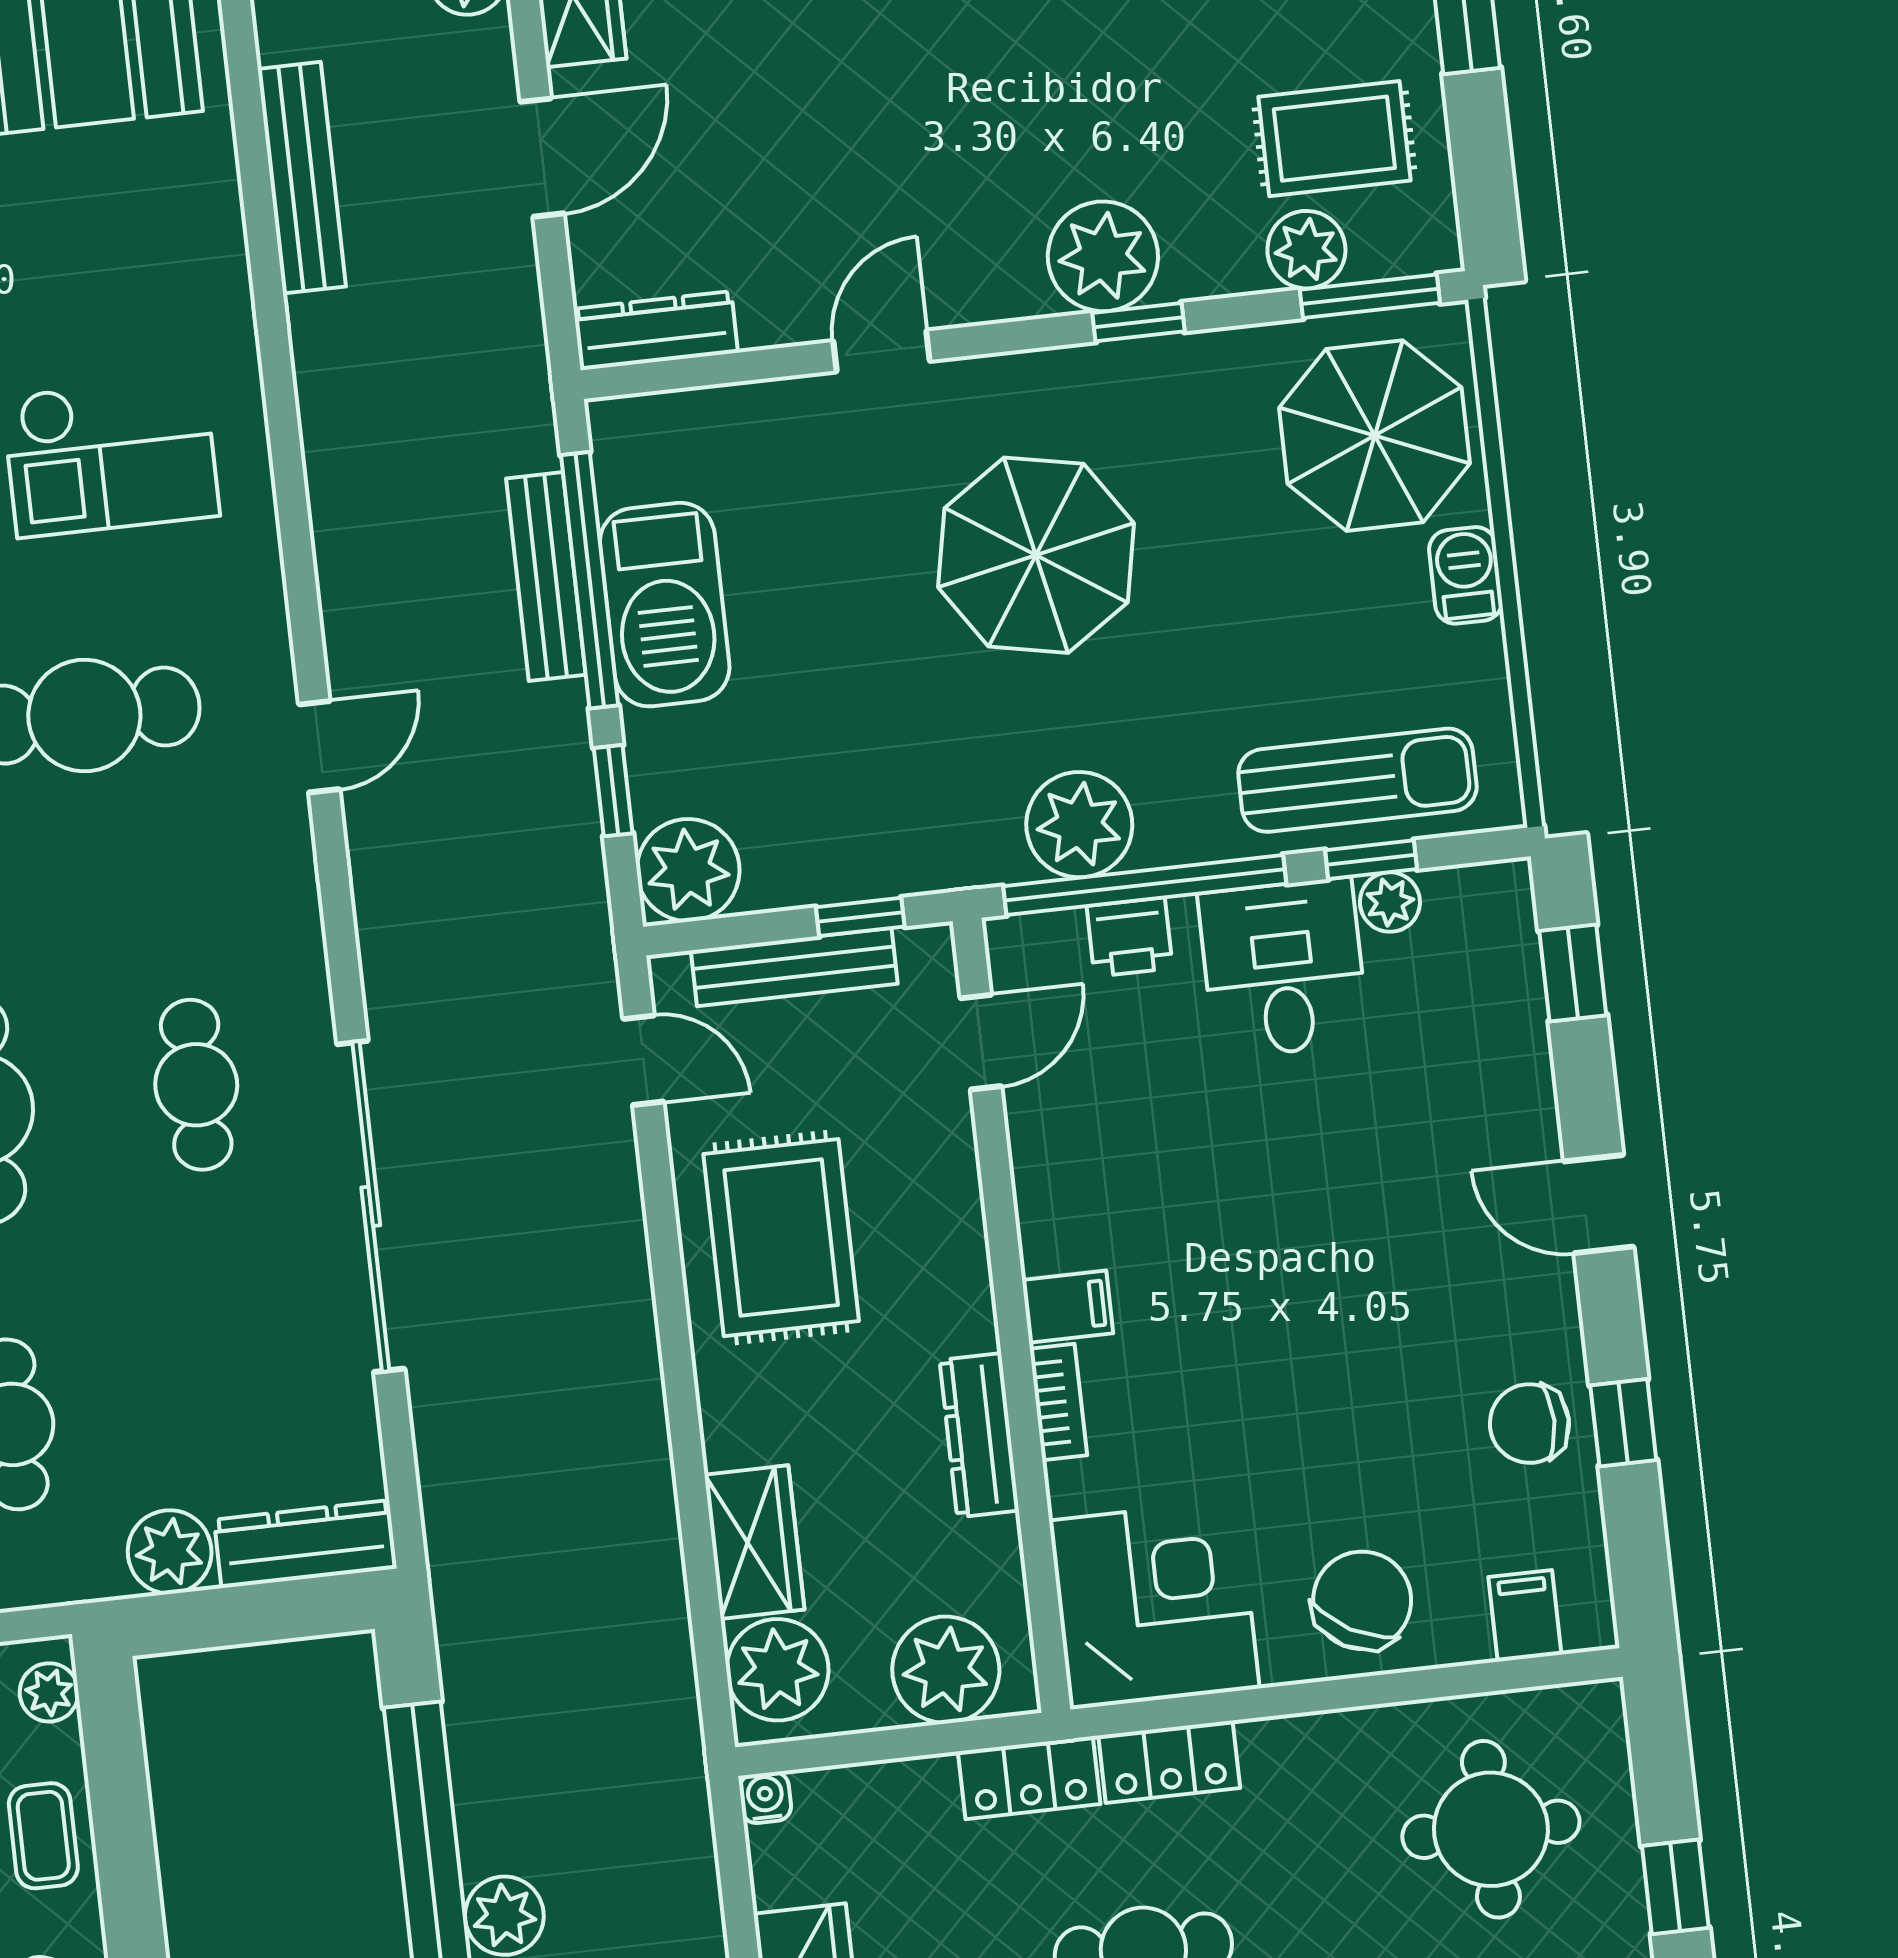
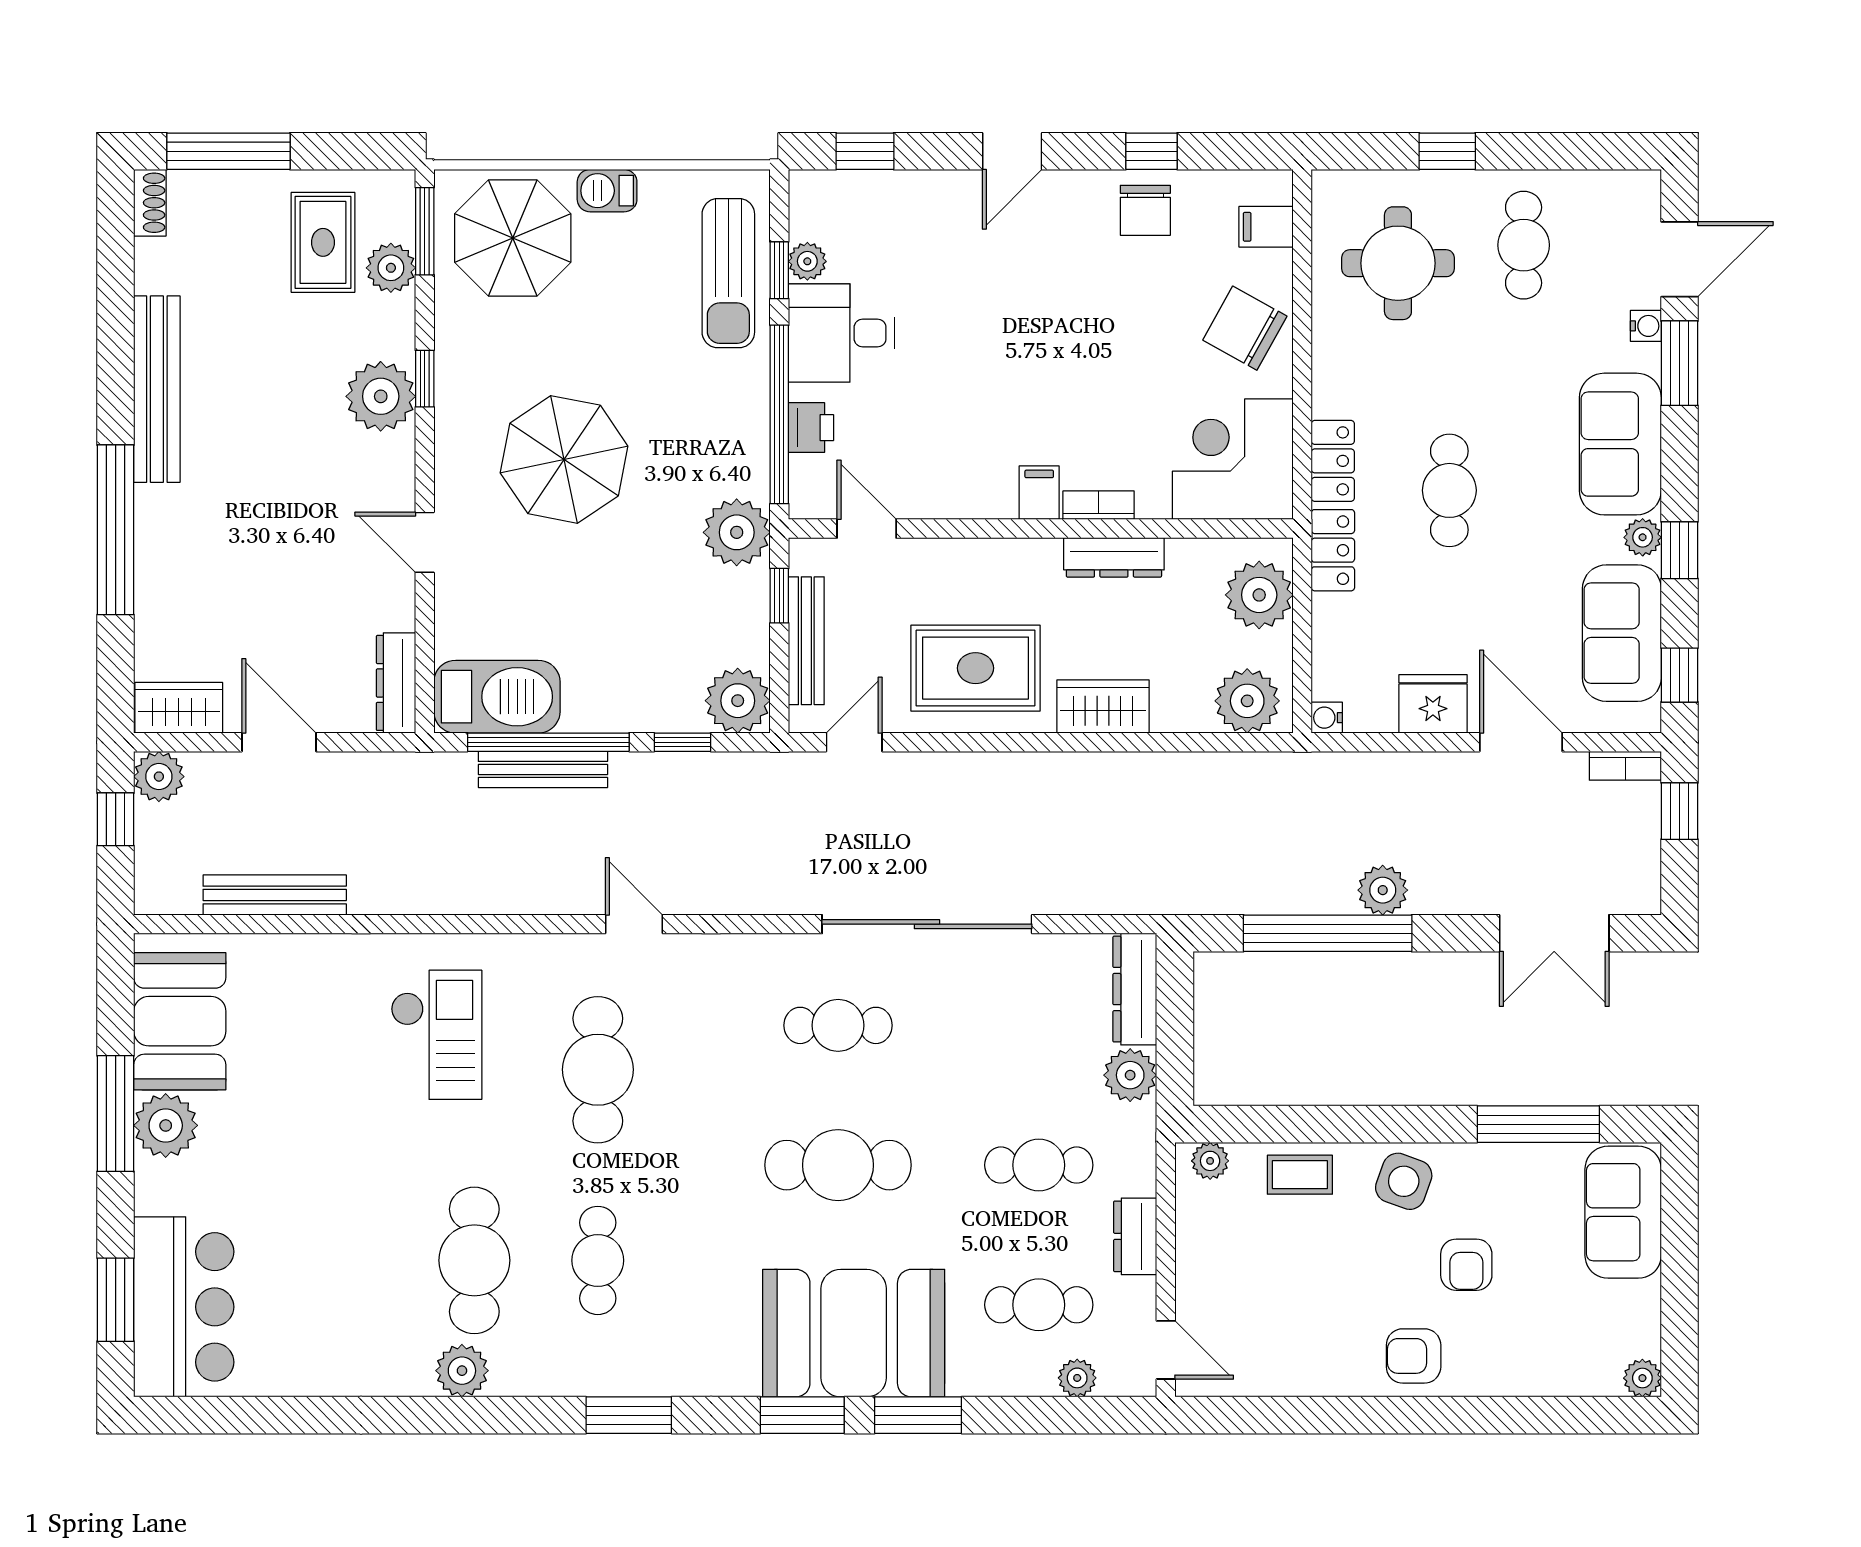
barbecue: (665, 605) -> (497, 697), moved
sun lounger: (1357, 780) -> (728, 273), turned 180
plant: (1079, 825) -> (737, 532), moved
wardrobe: (754, 1542) -> (1103, 706), moved

